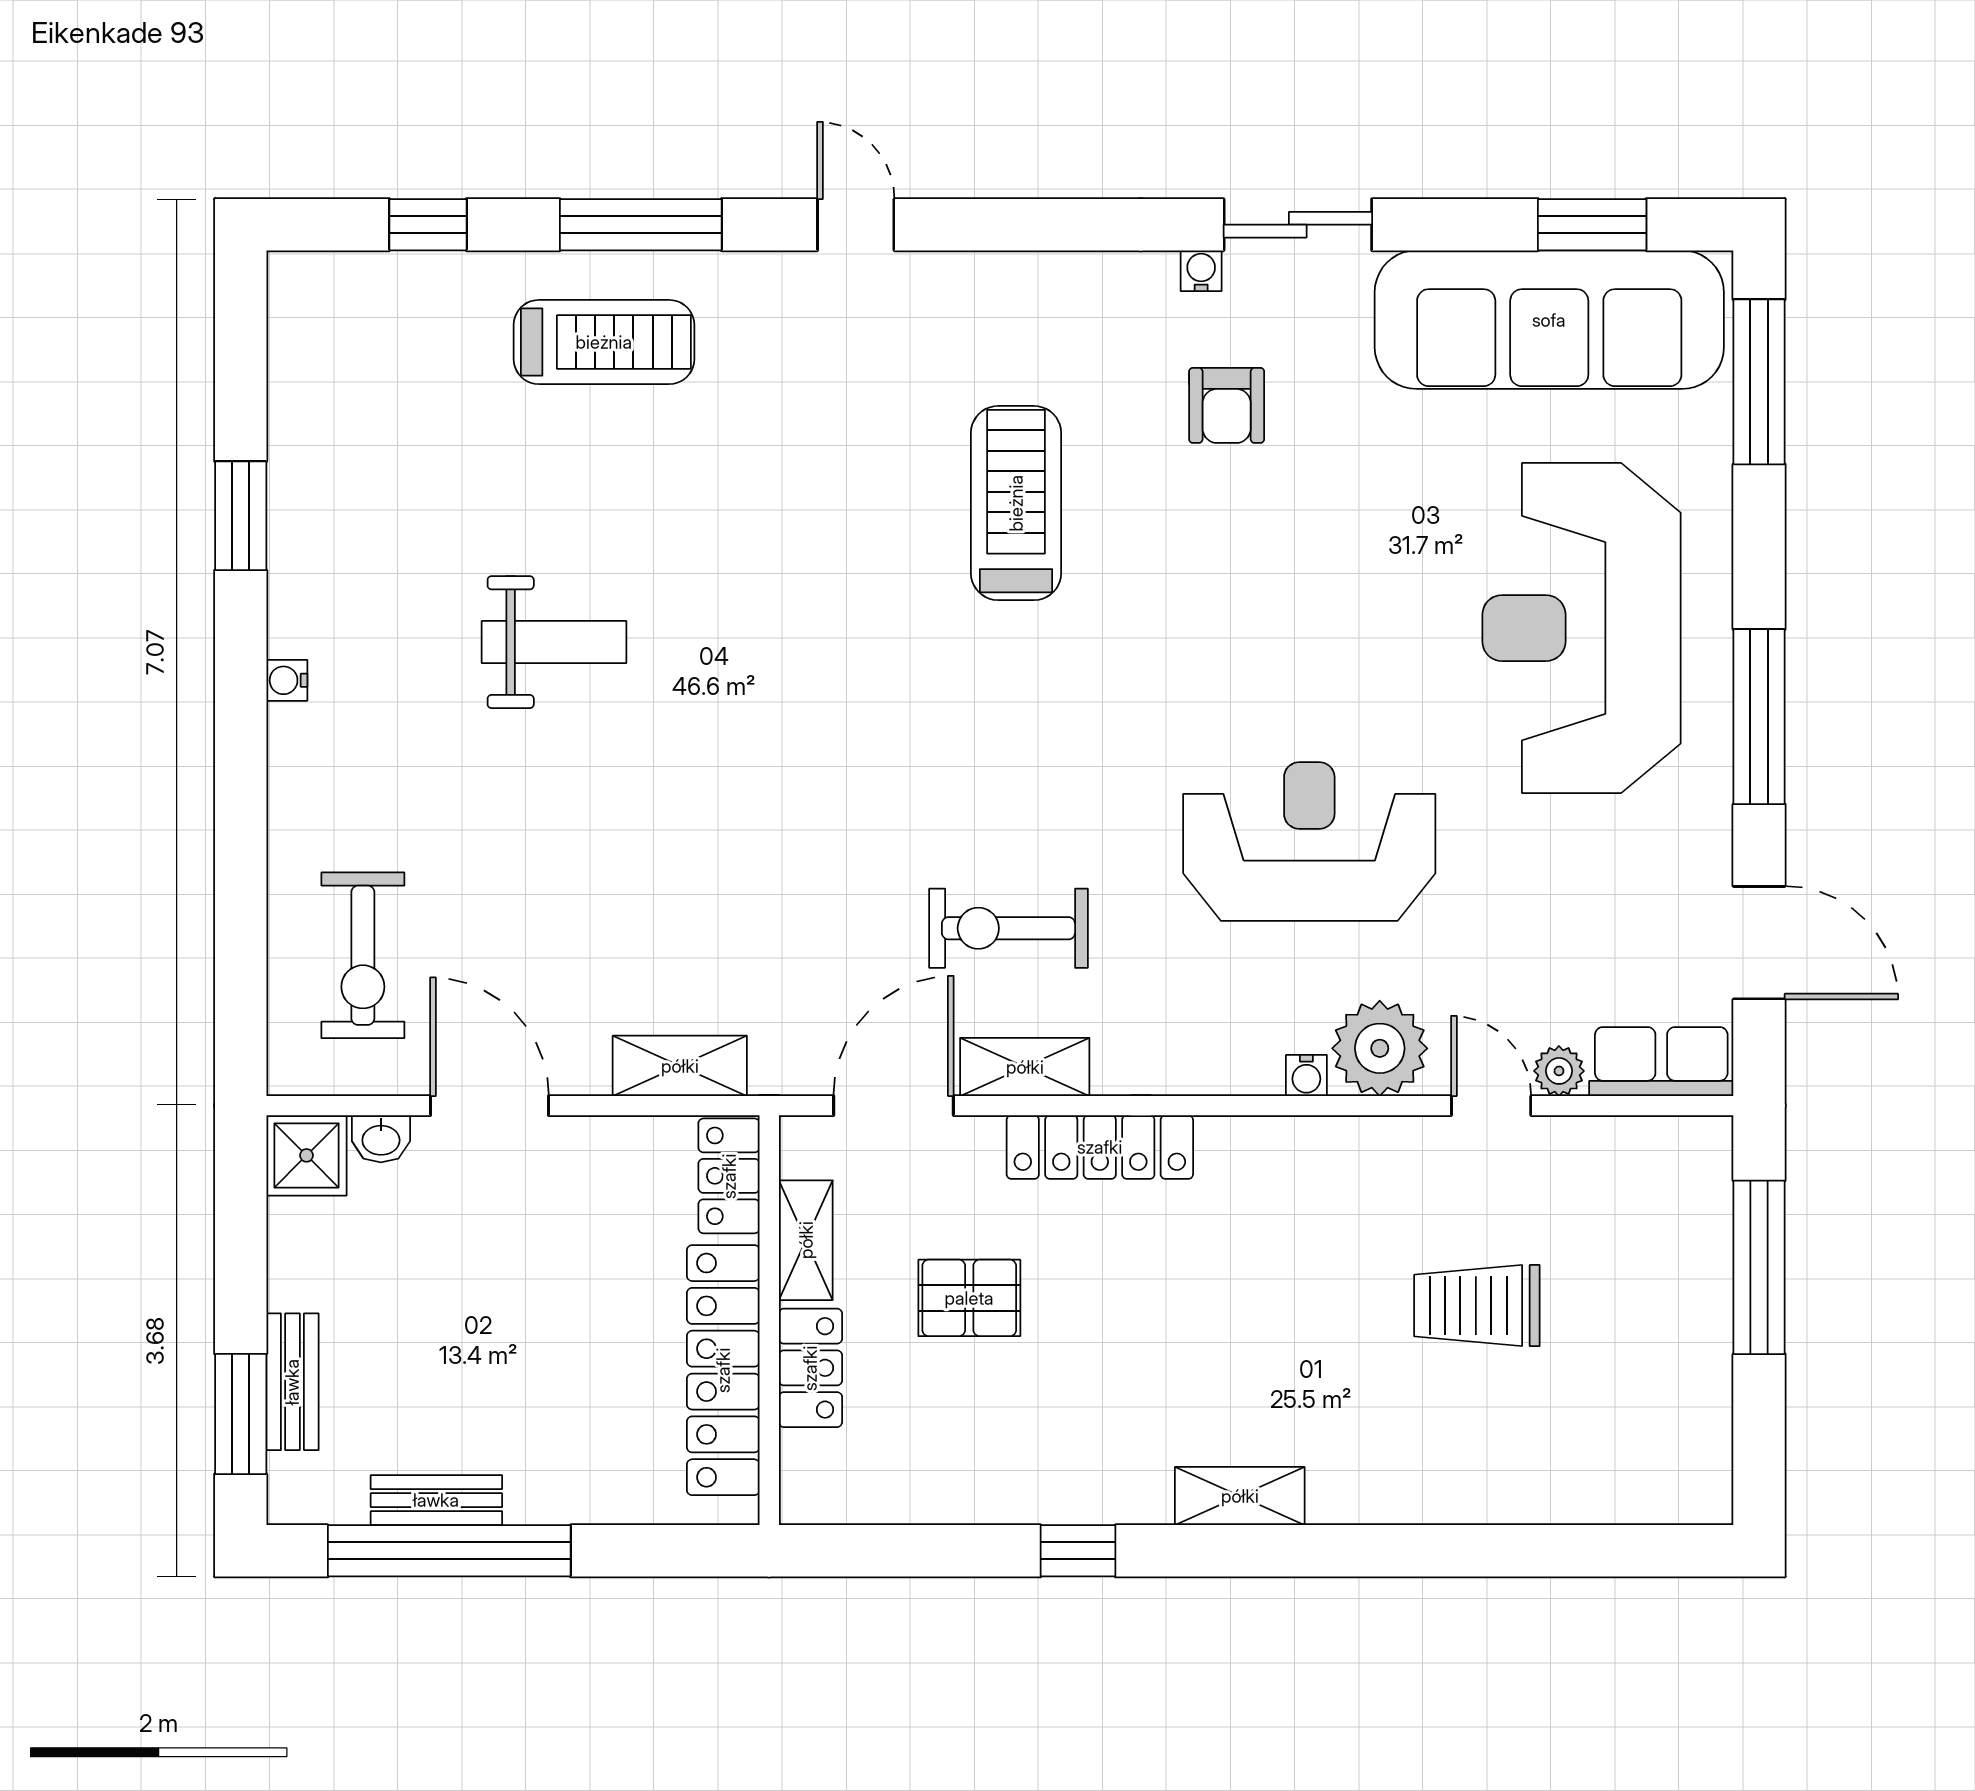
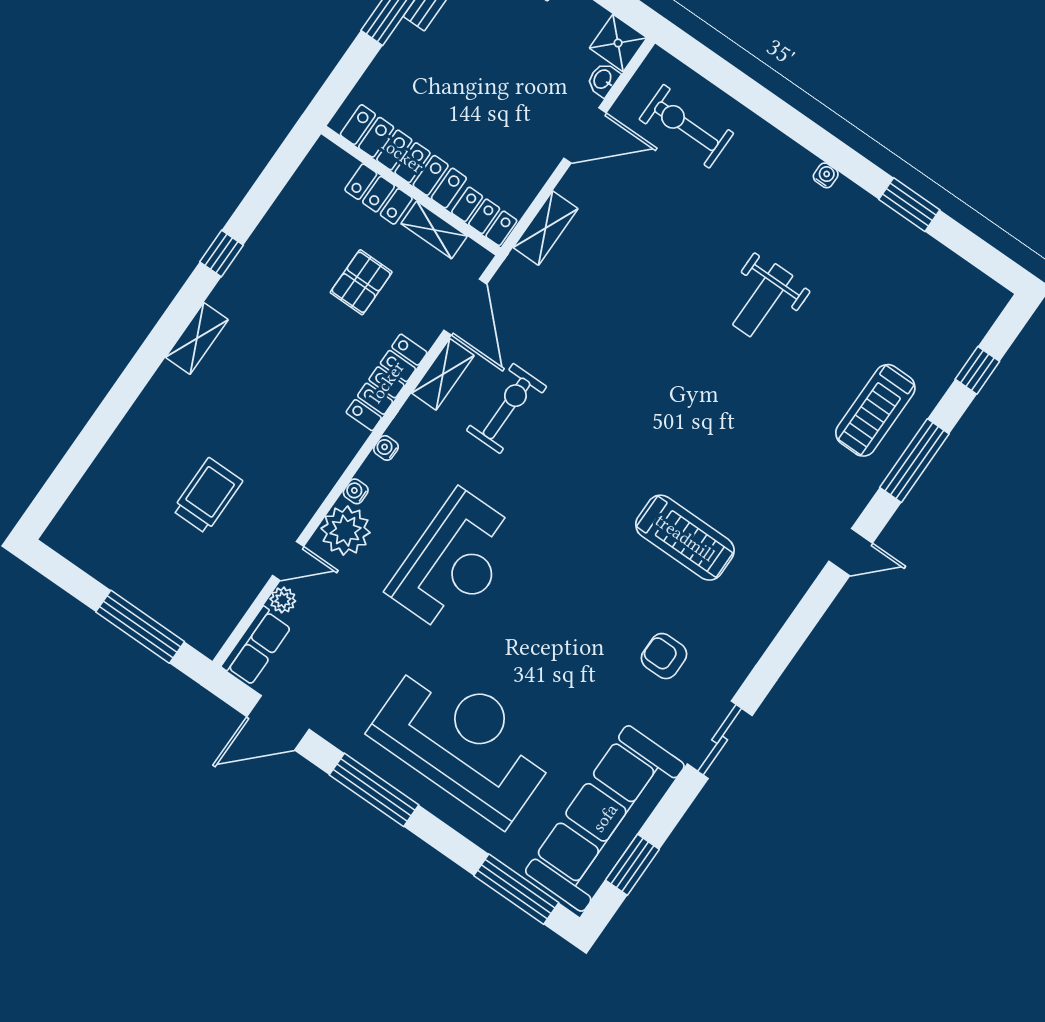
water cooler: (1201, 271) -> (386, 448), moved, turned 180

